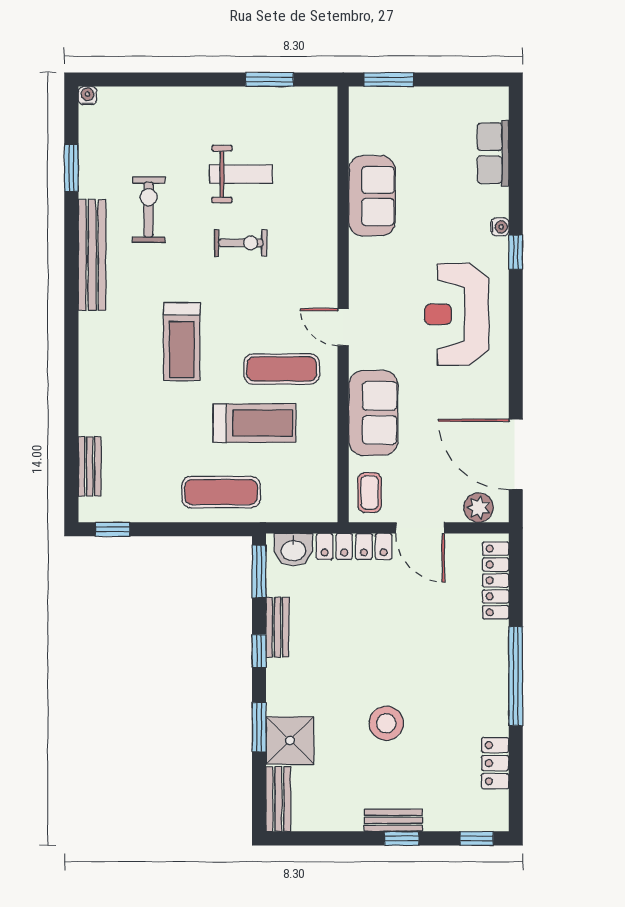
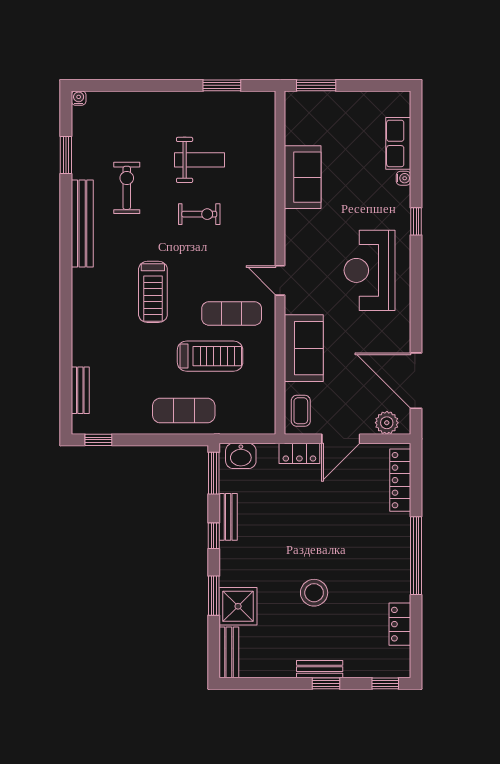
water cooler: (500, 227) -> (404, 178), moved
door: (420, 528) -> (341, 439), hinge flipped
locker: (354, 546) -> (299, 453), width x0.66

